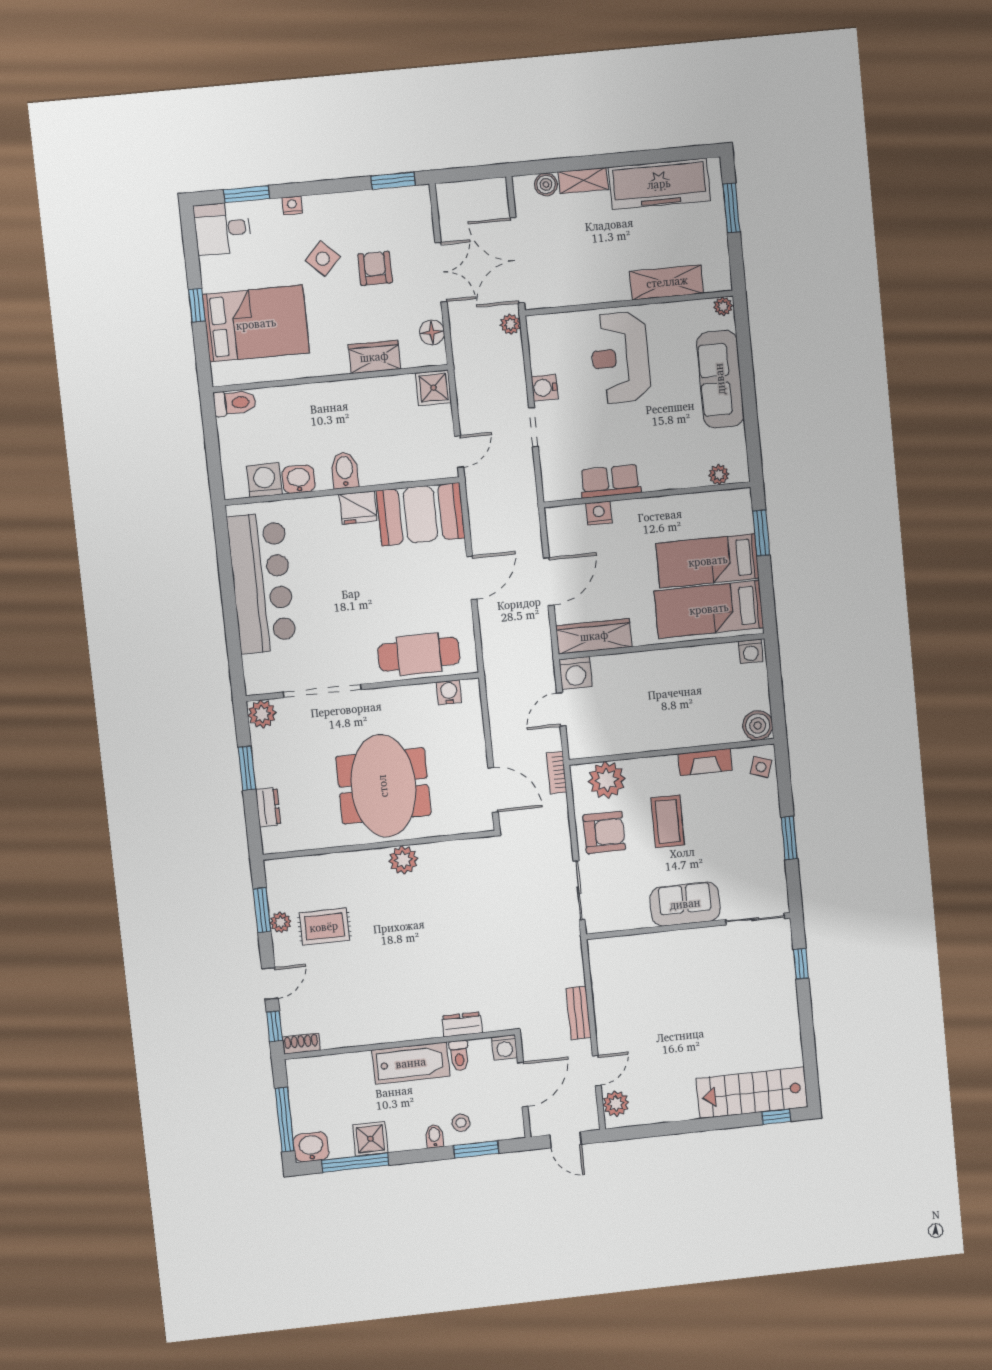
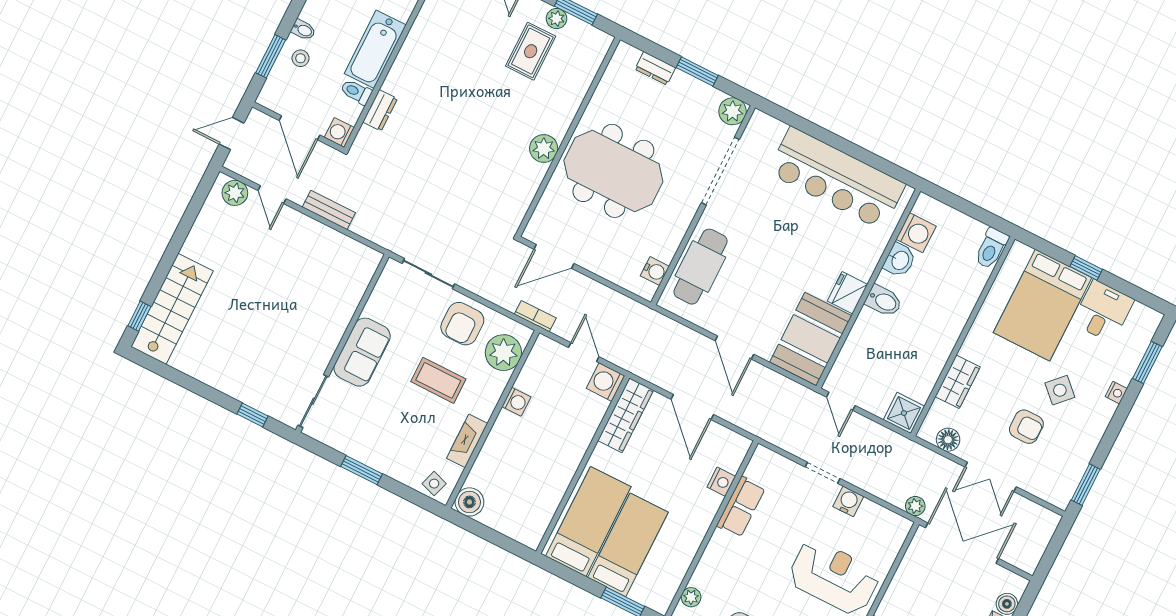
desk: (222, 228) -> (1103, 311), moved
washing machine: (751, 651) -> (516, 402), moved, turned 180

